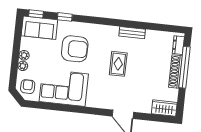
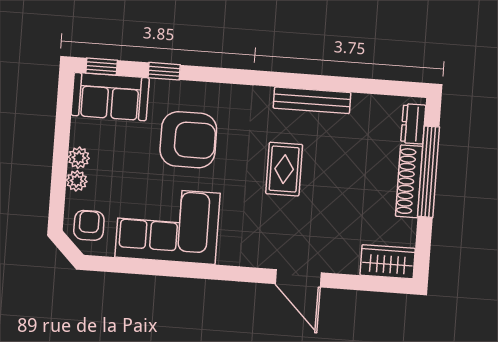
bench: (132, 33) -> (312, 100), width x1.36

